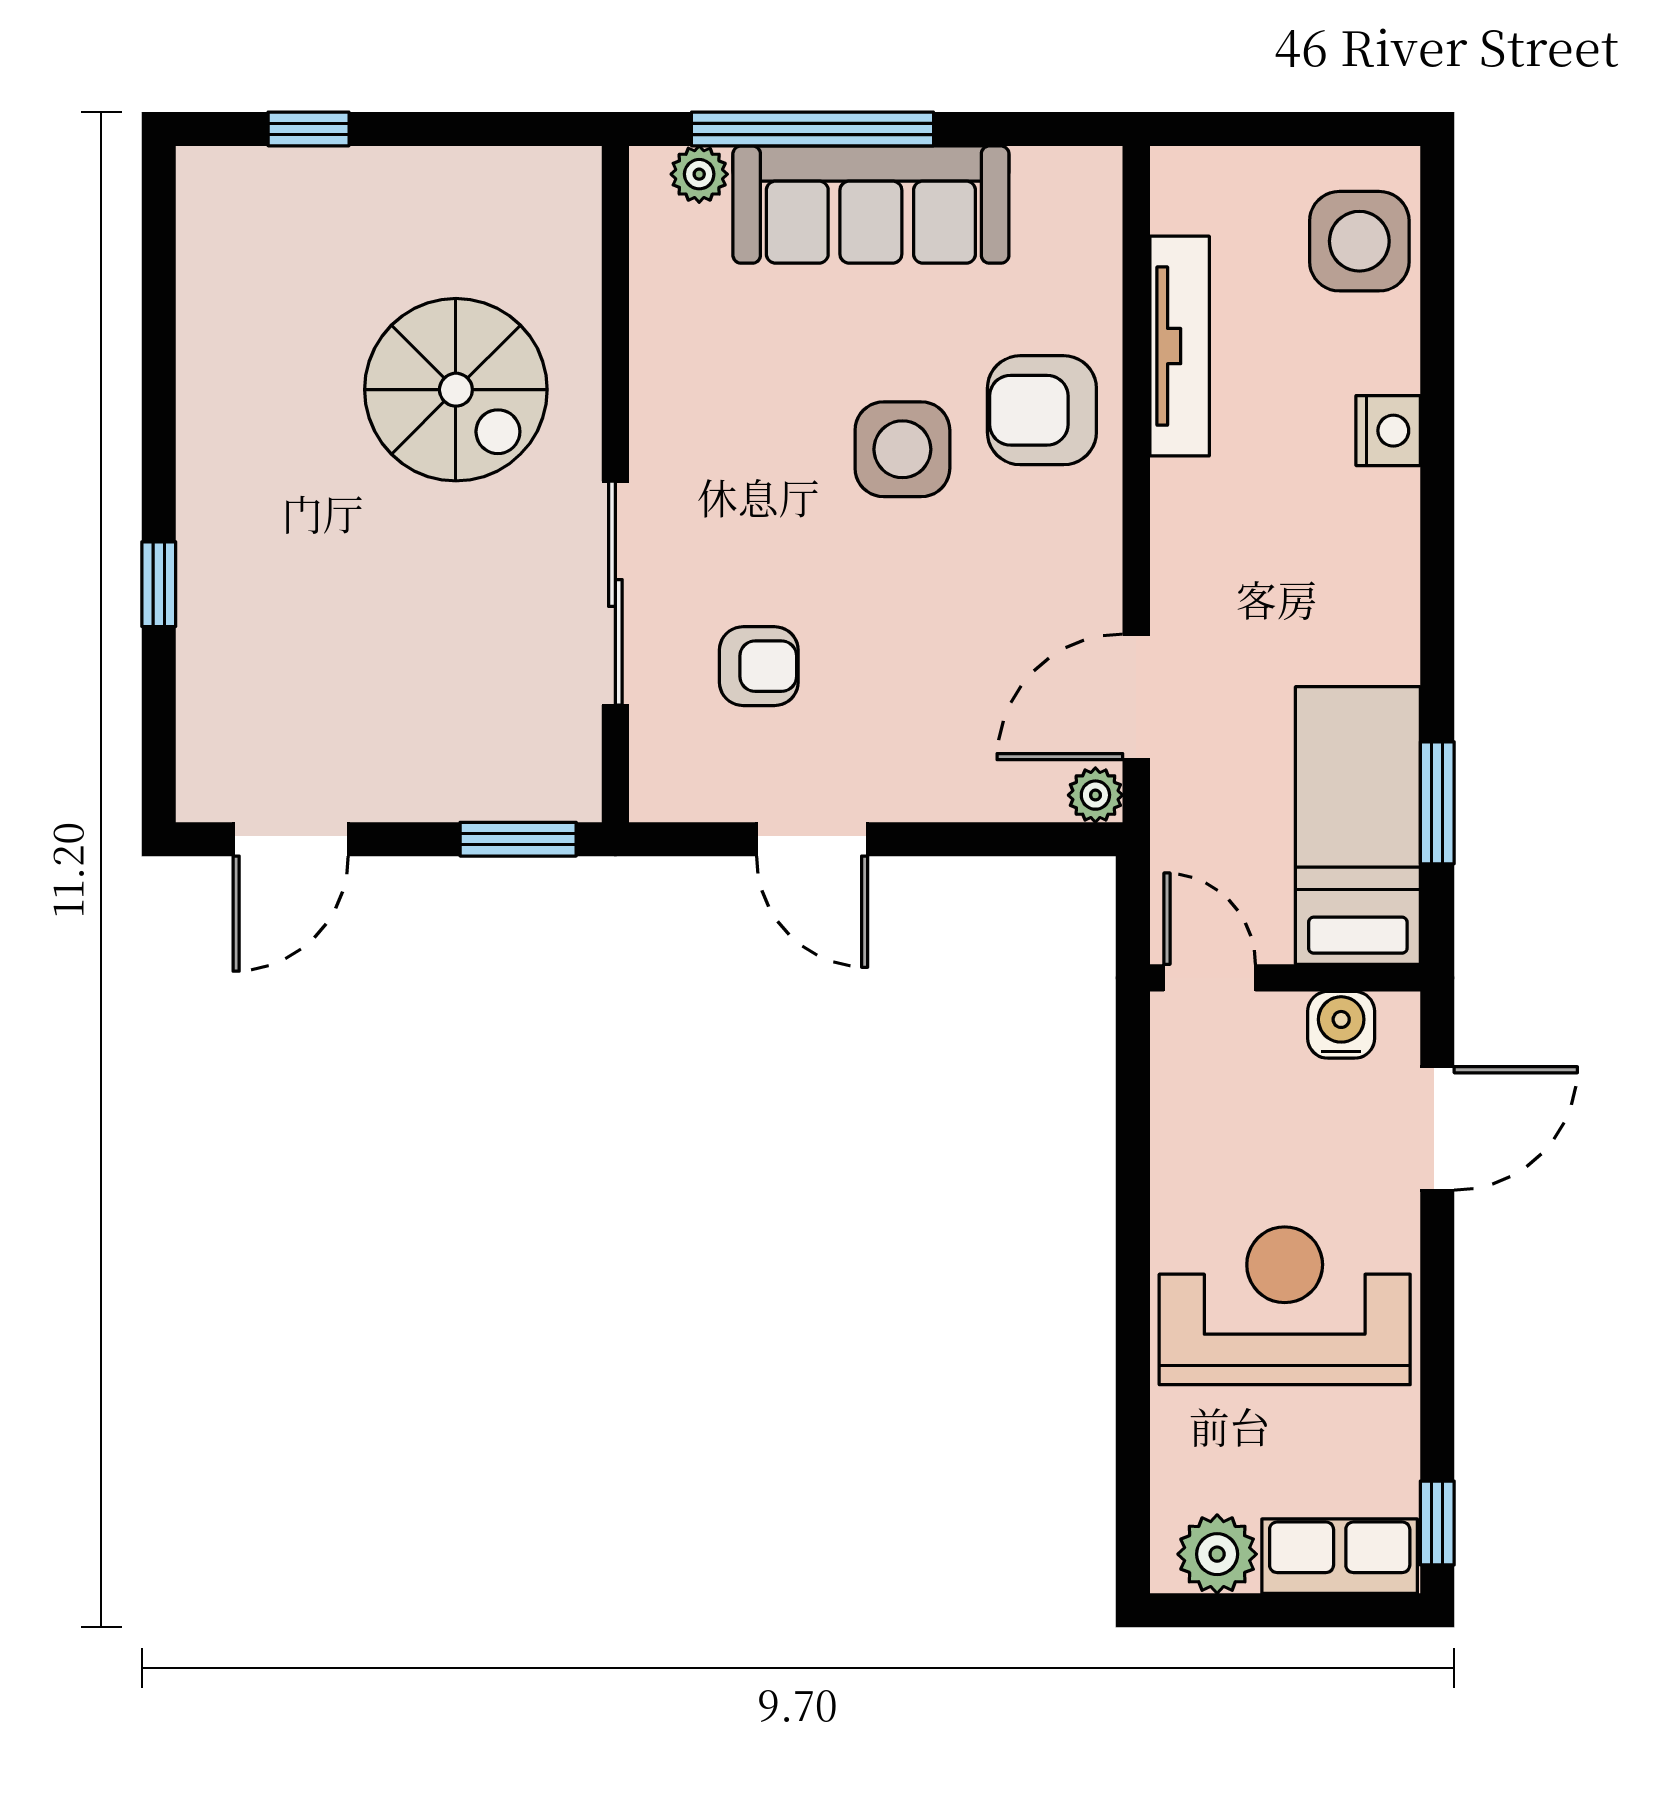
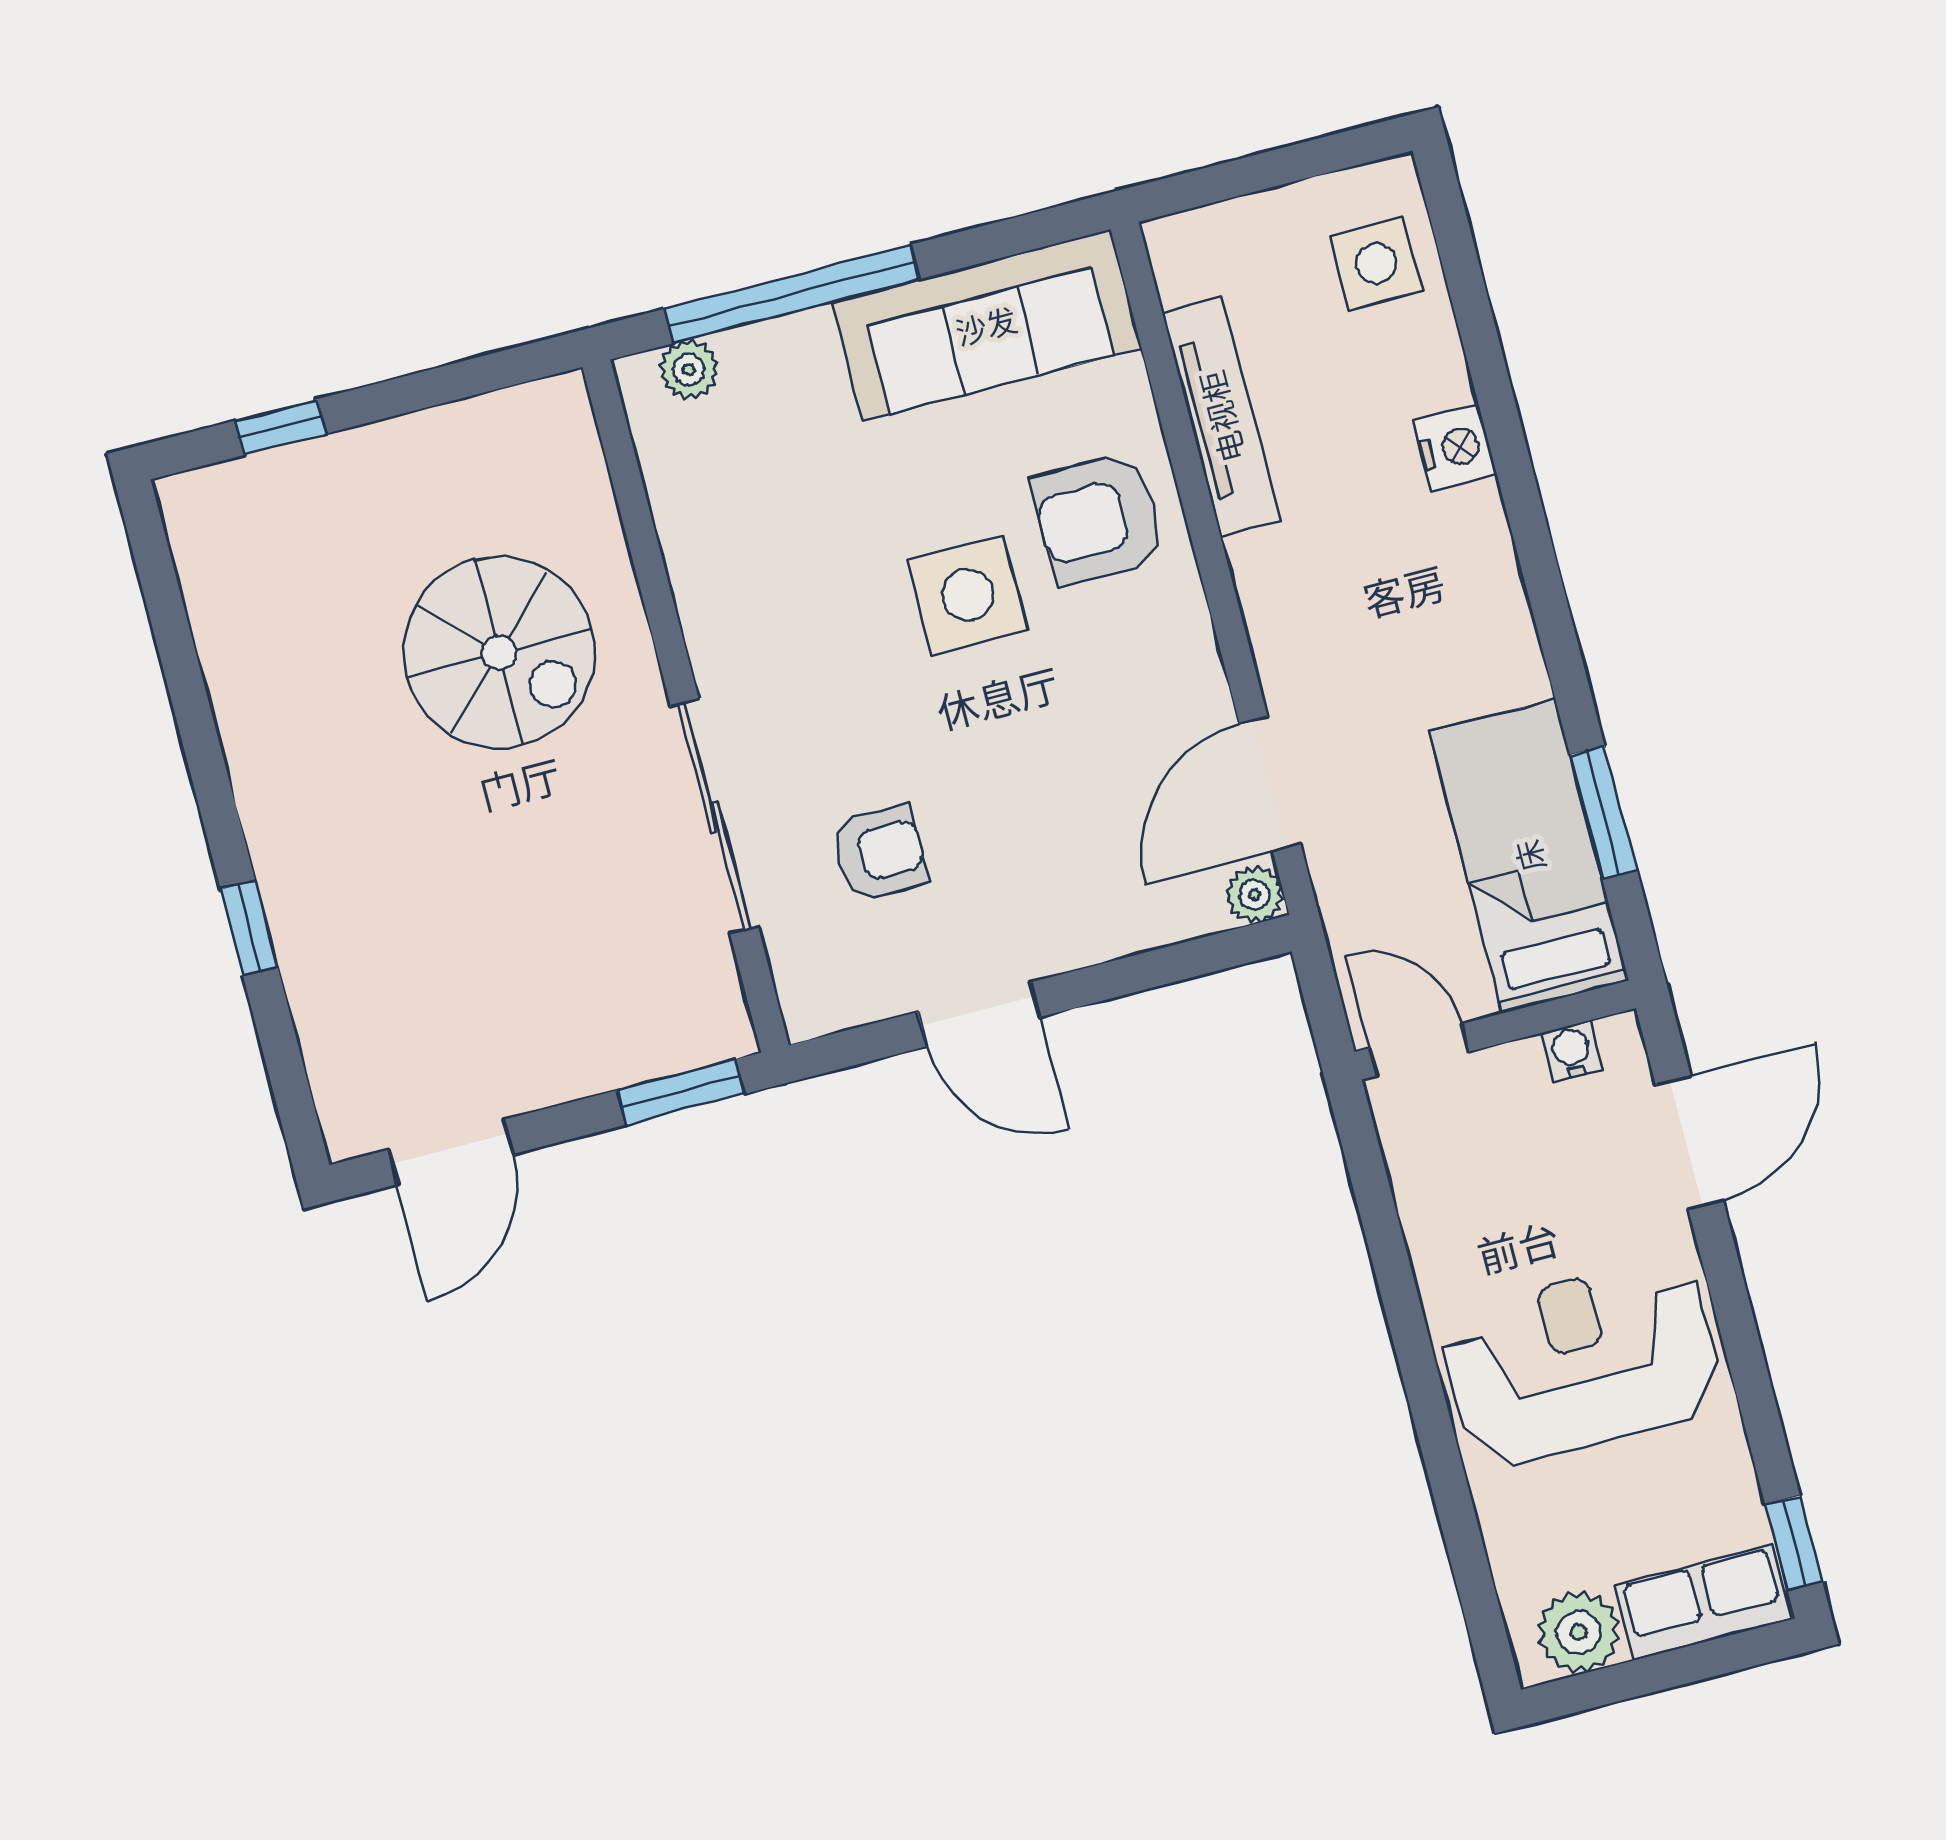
sofa: (871, 205) -> (986, 325), moved
side table: (1359, 241) -> (1376, 263), width x0.73, depth x0.73
water cooler: (1341, 1025) -> (1572, 1051), width x0.72, depth x0.72

